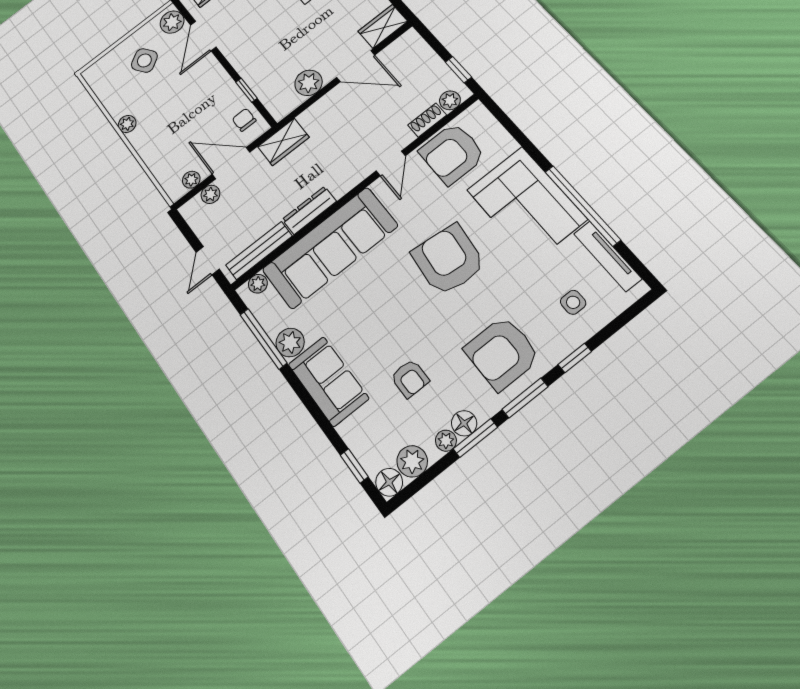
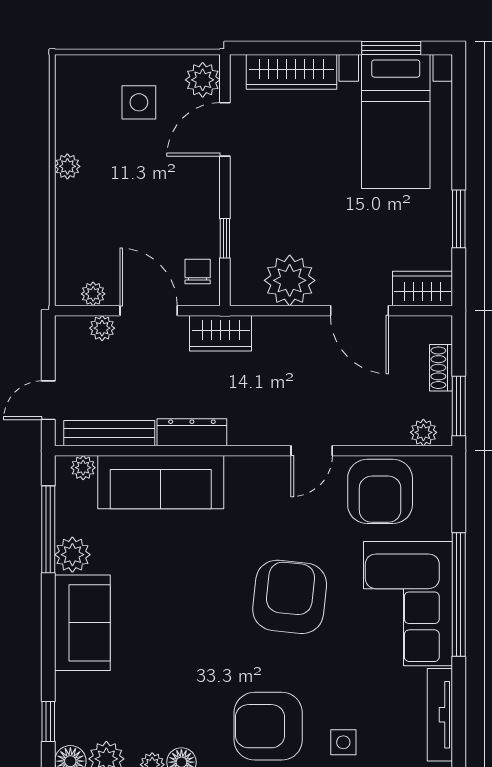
side table: (144, 60) -> (139, 102), turned 34
window: (458, 70) -> (459, 406), width x1.50
plant: (309, 83) -> (290, 280), width x1.36, depth x1.36
shoe rack: (427, 120) -> (441, 368), moved, turned -90
armchair: (452, 153) -> (380, 491), turned -90
window: (582, 206) -> (459, 594), moved
sofa: (330, 248) -> (161, 482), width x0.74, depth x0.79
side table: (573, 302) -> (343, 742), moved
armchair: (410, 379) -> (163, 682), removed

